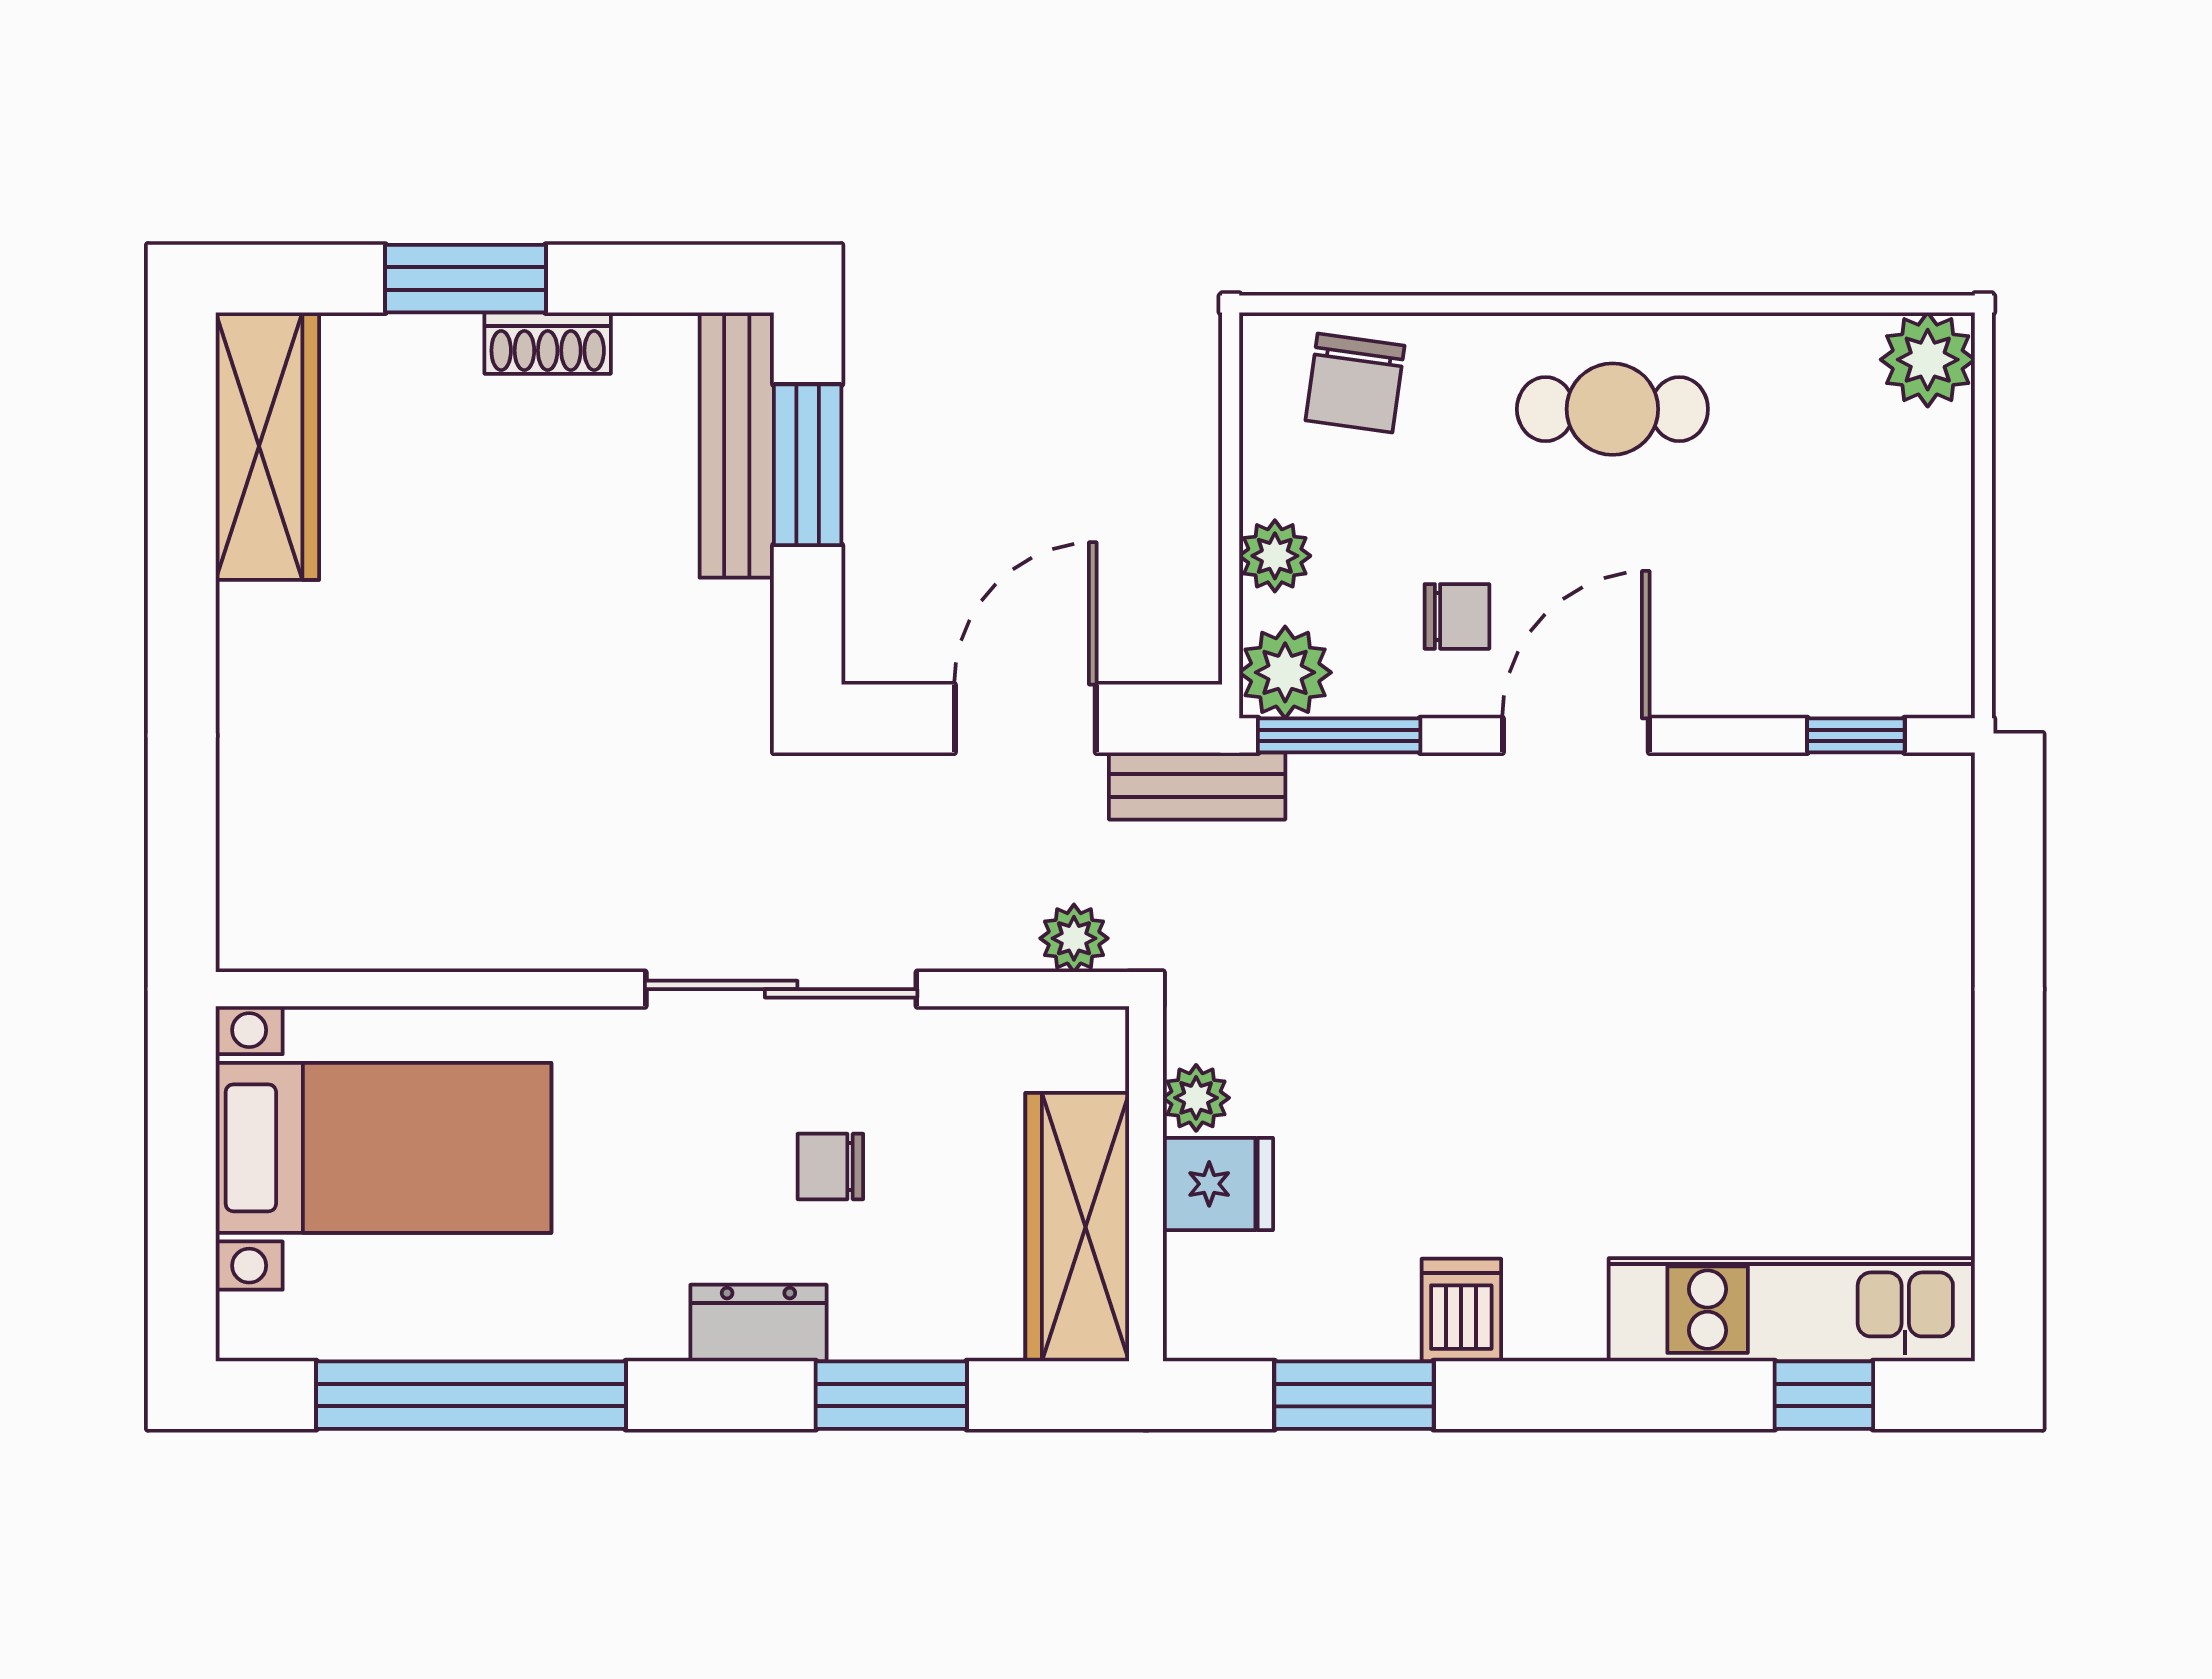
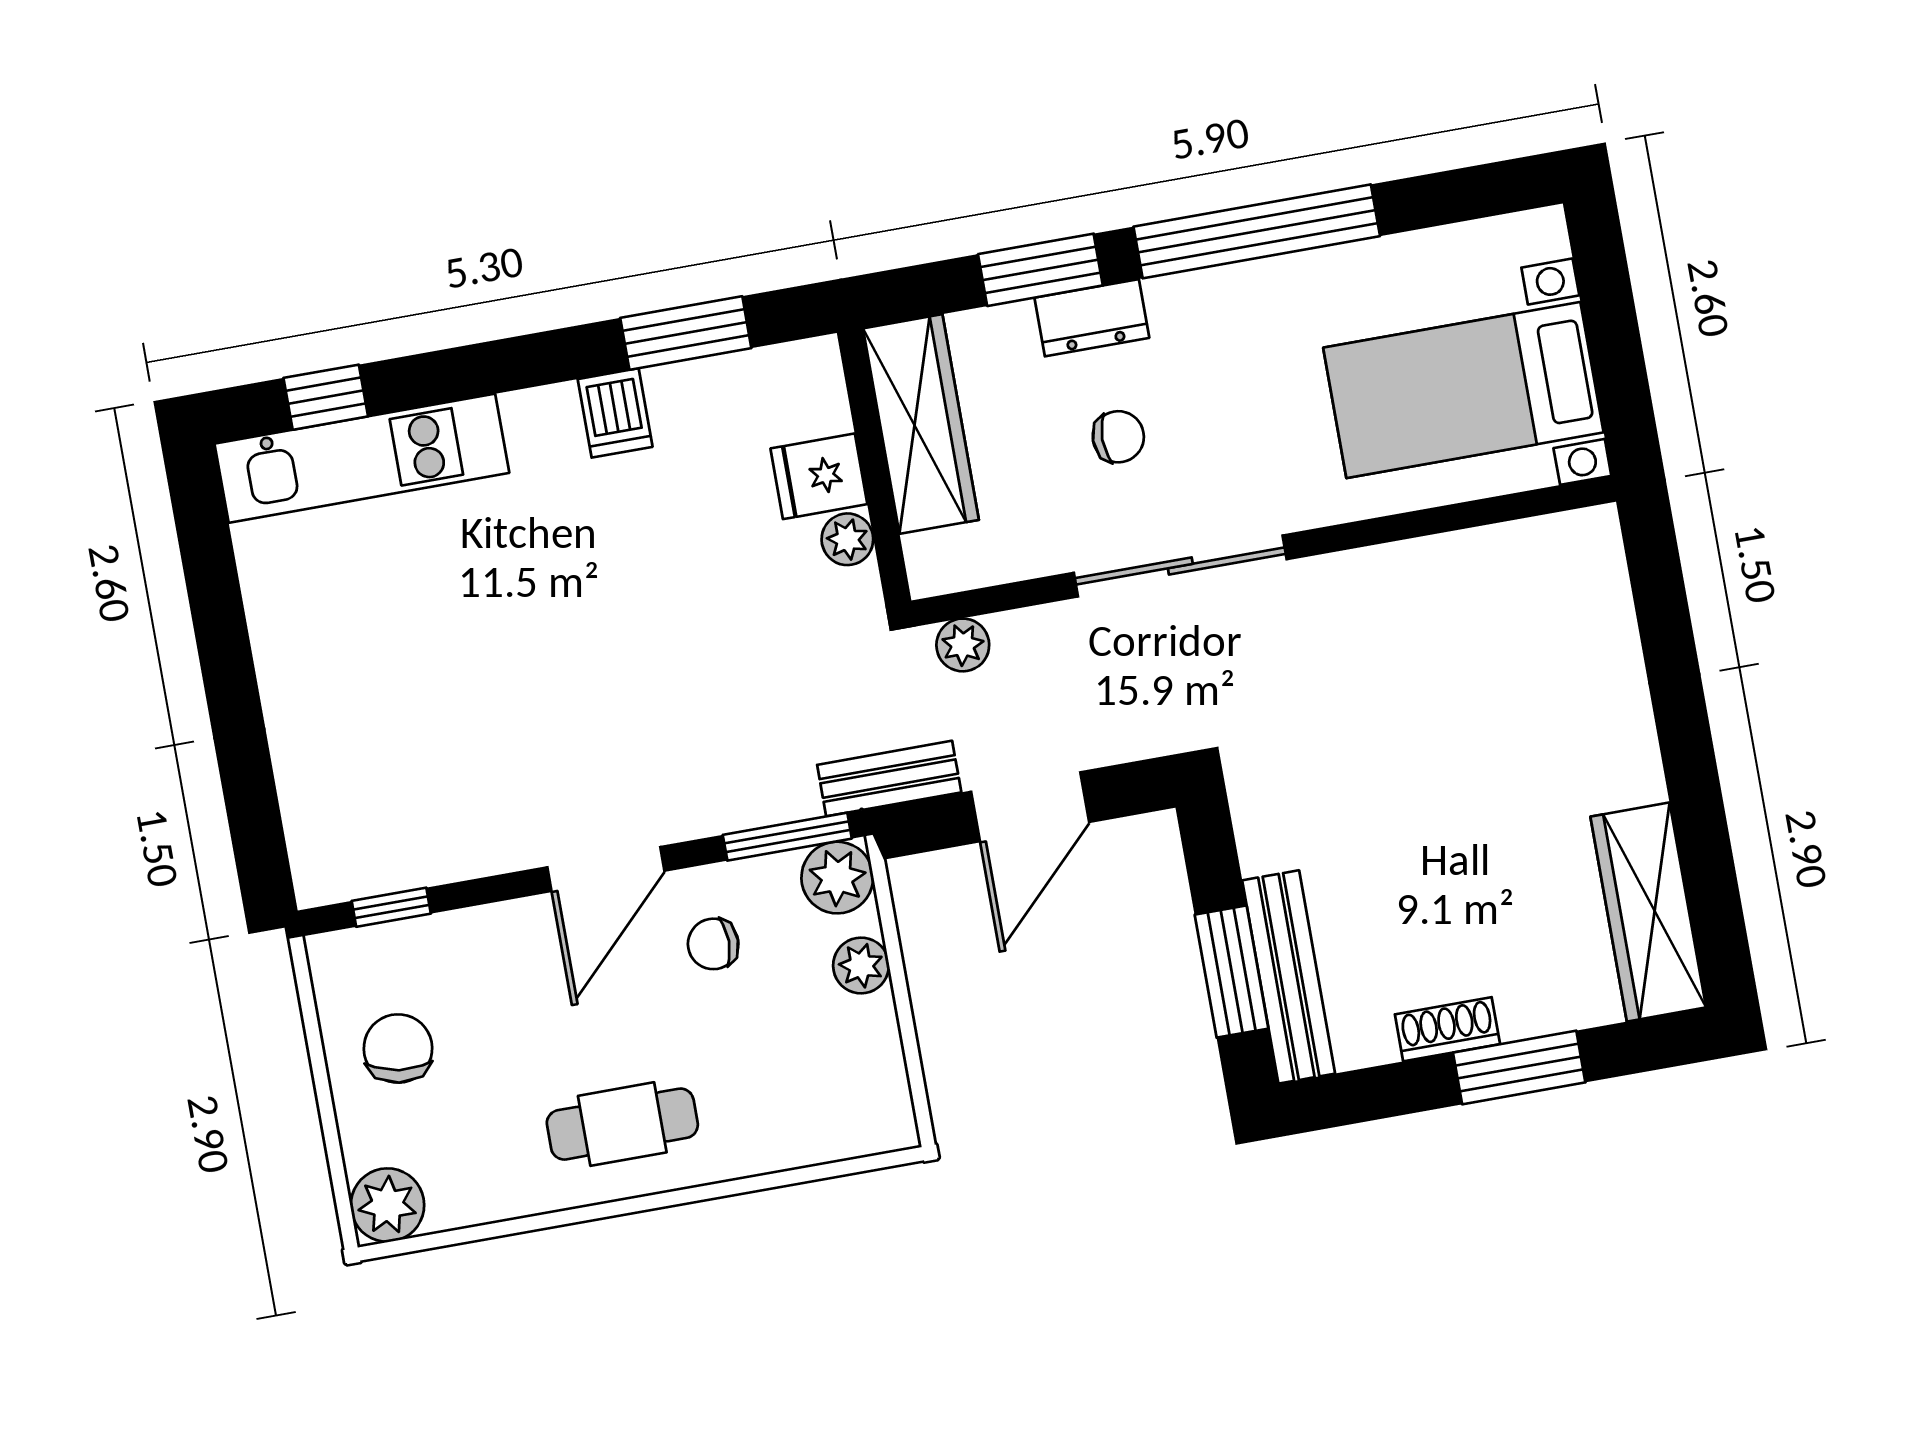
chair: (1355, 383) -> (398, 1048), moved
dresser: (758, 1323) -> (1092, 318), moved
window: (471, 1395) -> (1257, 231), moved

